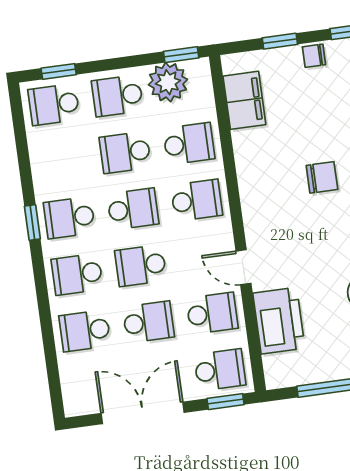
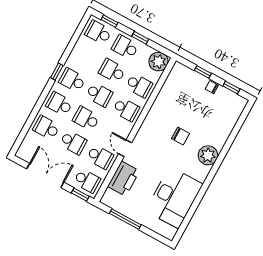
window: (181, 55) -> (140, 38), moved
plant: (168, 82) -> (158, 62), moved
filing cabinet: (244, 100) -> (173, 85), removed

